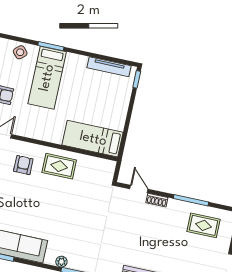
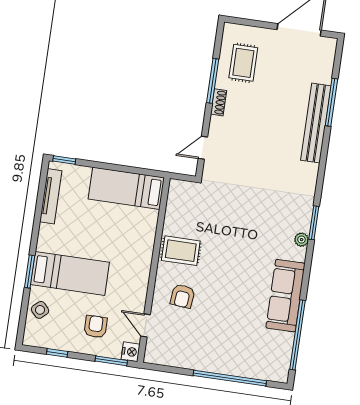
bed: (93, 139) -> (126, 188), moved, turned 90
armchair: (23, 165) -> (183, 296), turned -84
rug: (59, 166) -> (181, 251), turned 90
shoe rack: (157, 200) -> (219, 102), moved

